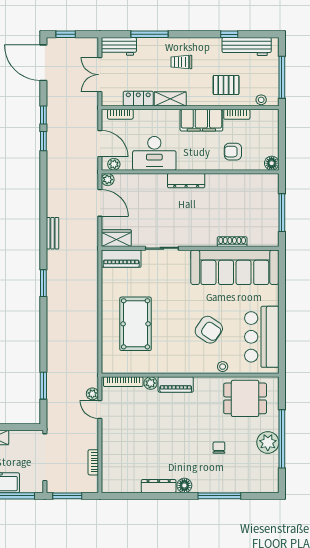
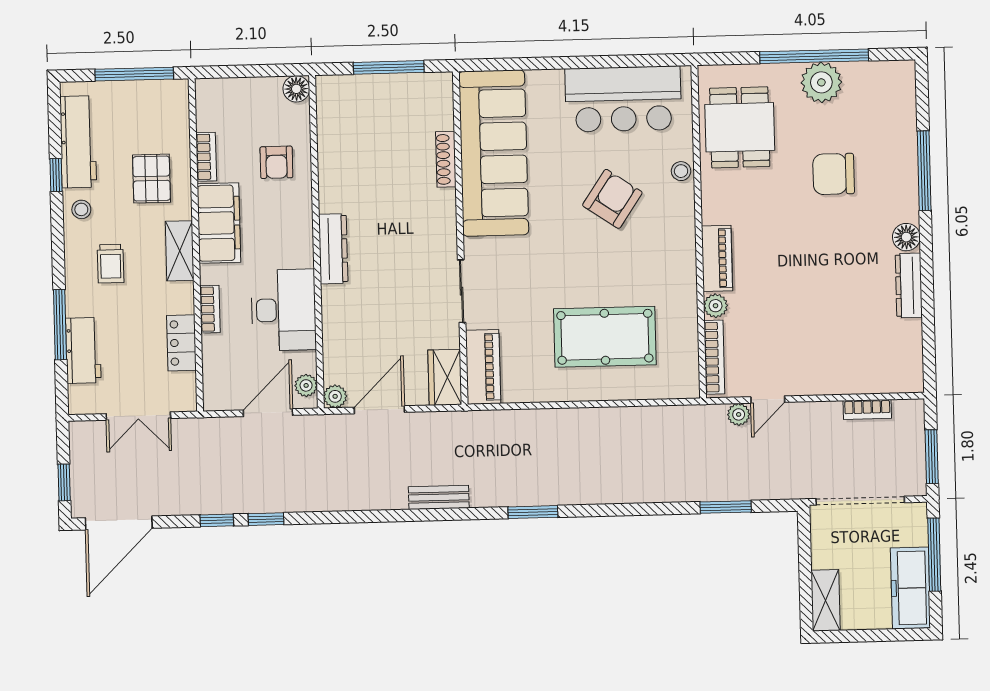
workbench: (119, 46) -> (83, 351), moved
shelving: (170, 99) -> (180, 251), moved
stool: (261, 100) -> (81, 209), moved
bookcase: (120, 114) -> (210, 309), moved
chair: (219, 448) -> (834, 174), width x1.87, depth x1.87

